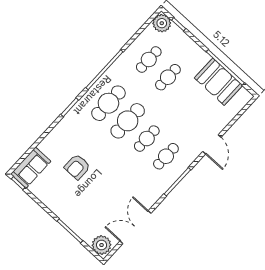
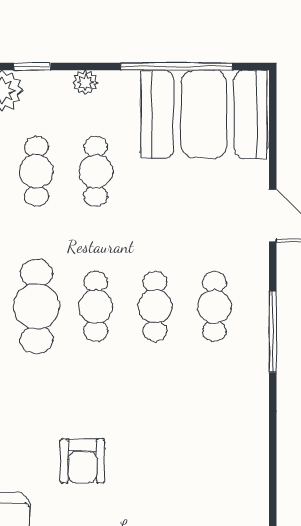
plant: (191, 45) -> (85, 82), added
booth: (218, 82) -> (204, 114), width x1.36, depth x1.42
cafe table: (128, 121) -> (96, 306), width x0.73, depth x0.74
double door: (136, 227) -> (273, 472), removed

